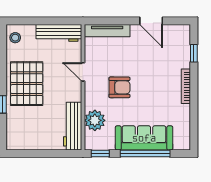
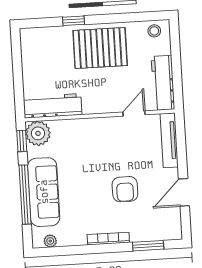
window: (194, 53) -> (148, 246), width x1.50
door: (83, 72) -> (134, 113), moved
armchair: (119, 87) -> (125, 189), moved
plant: (95, 120) -> (38, 133), moved
plant: (185, 135) -> (50, 241), added

